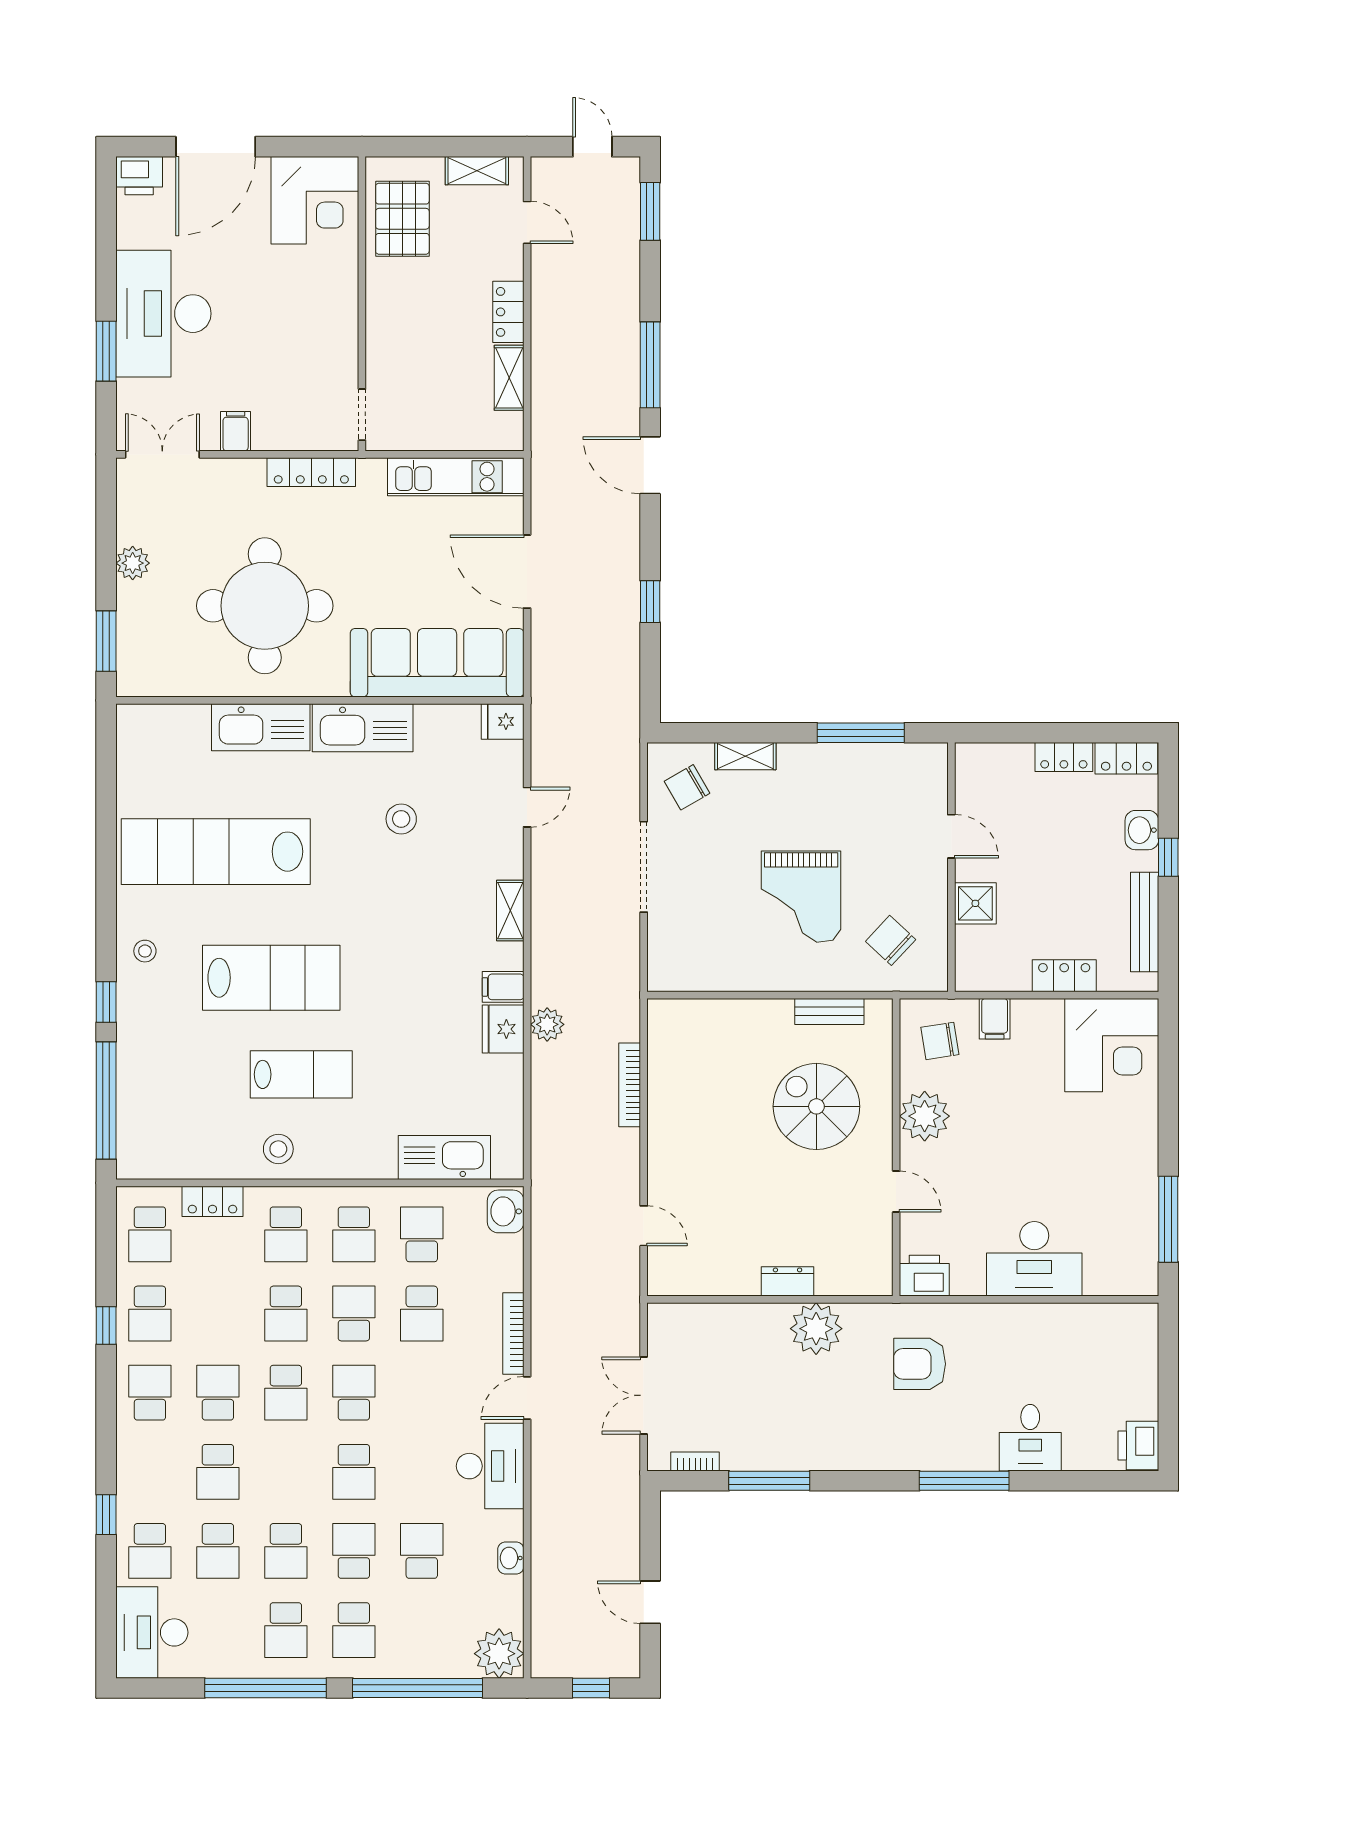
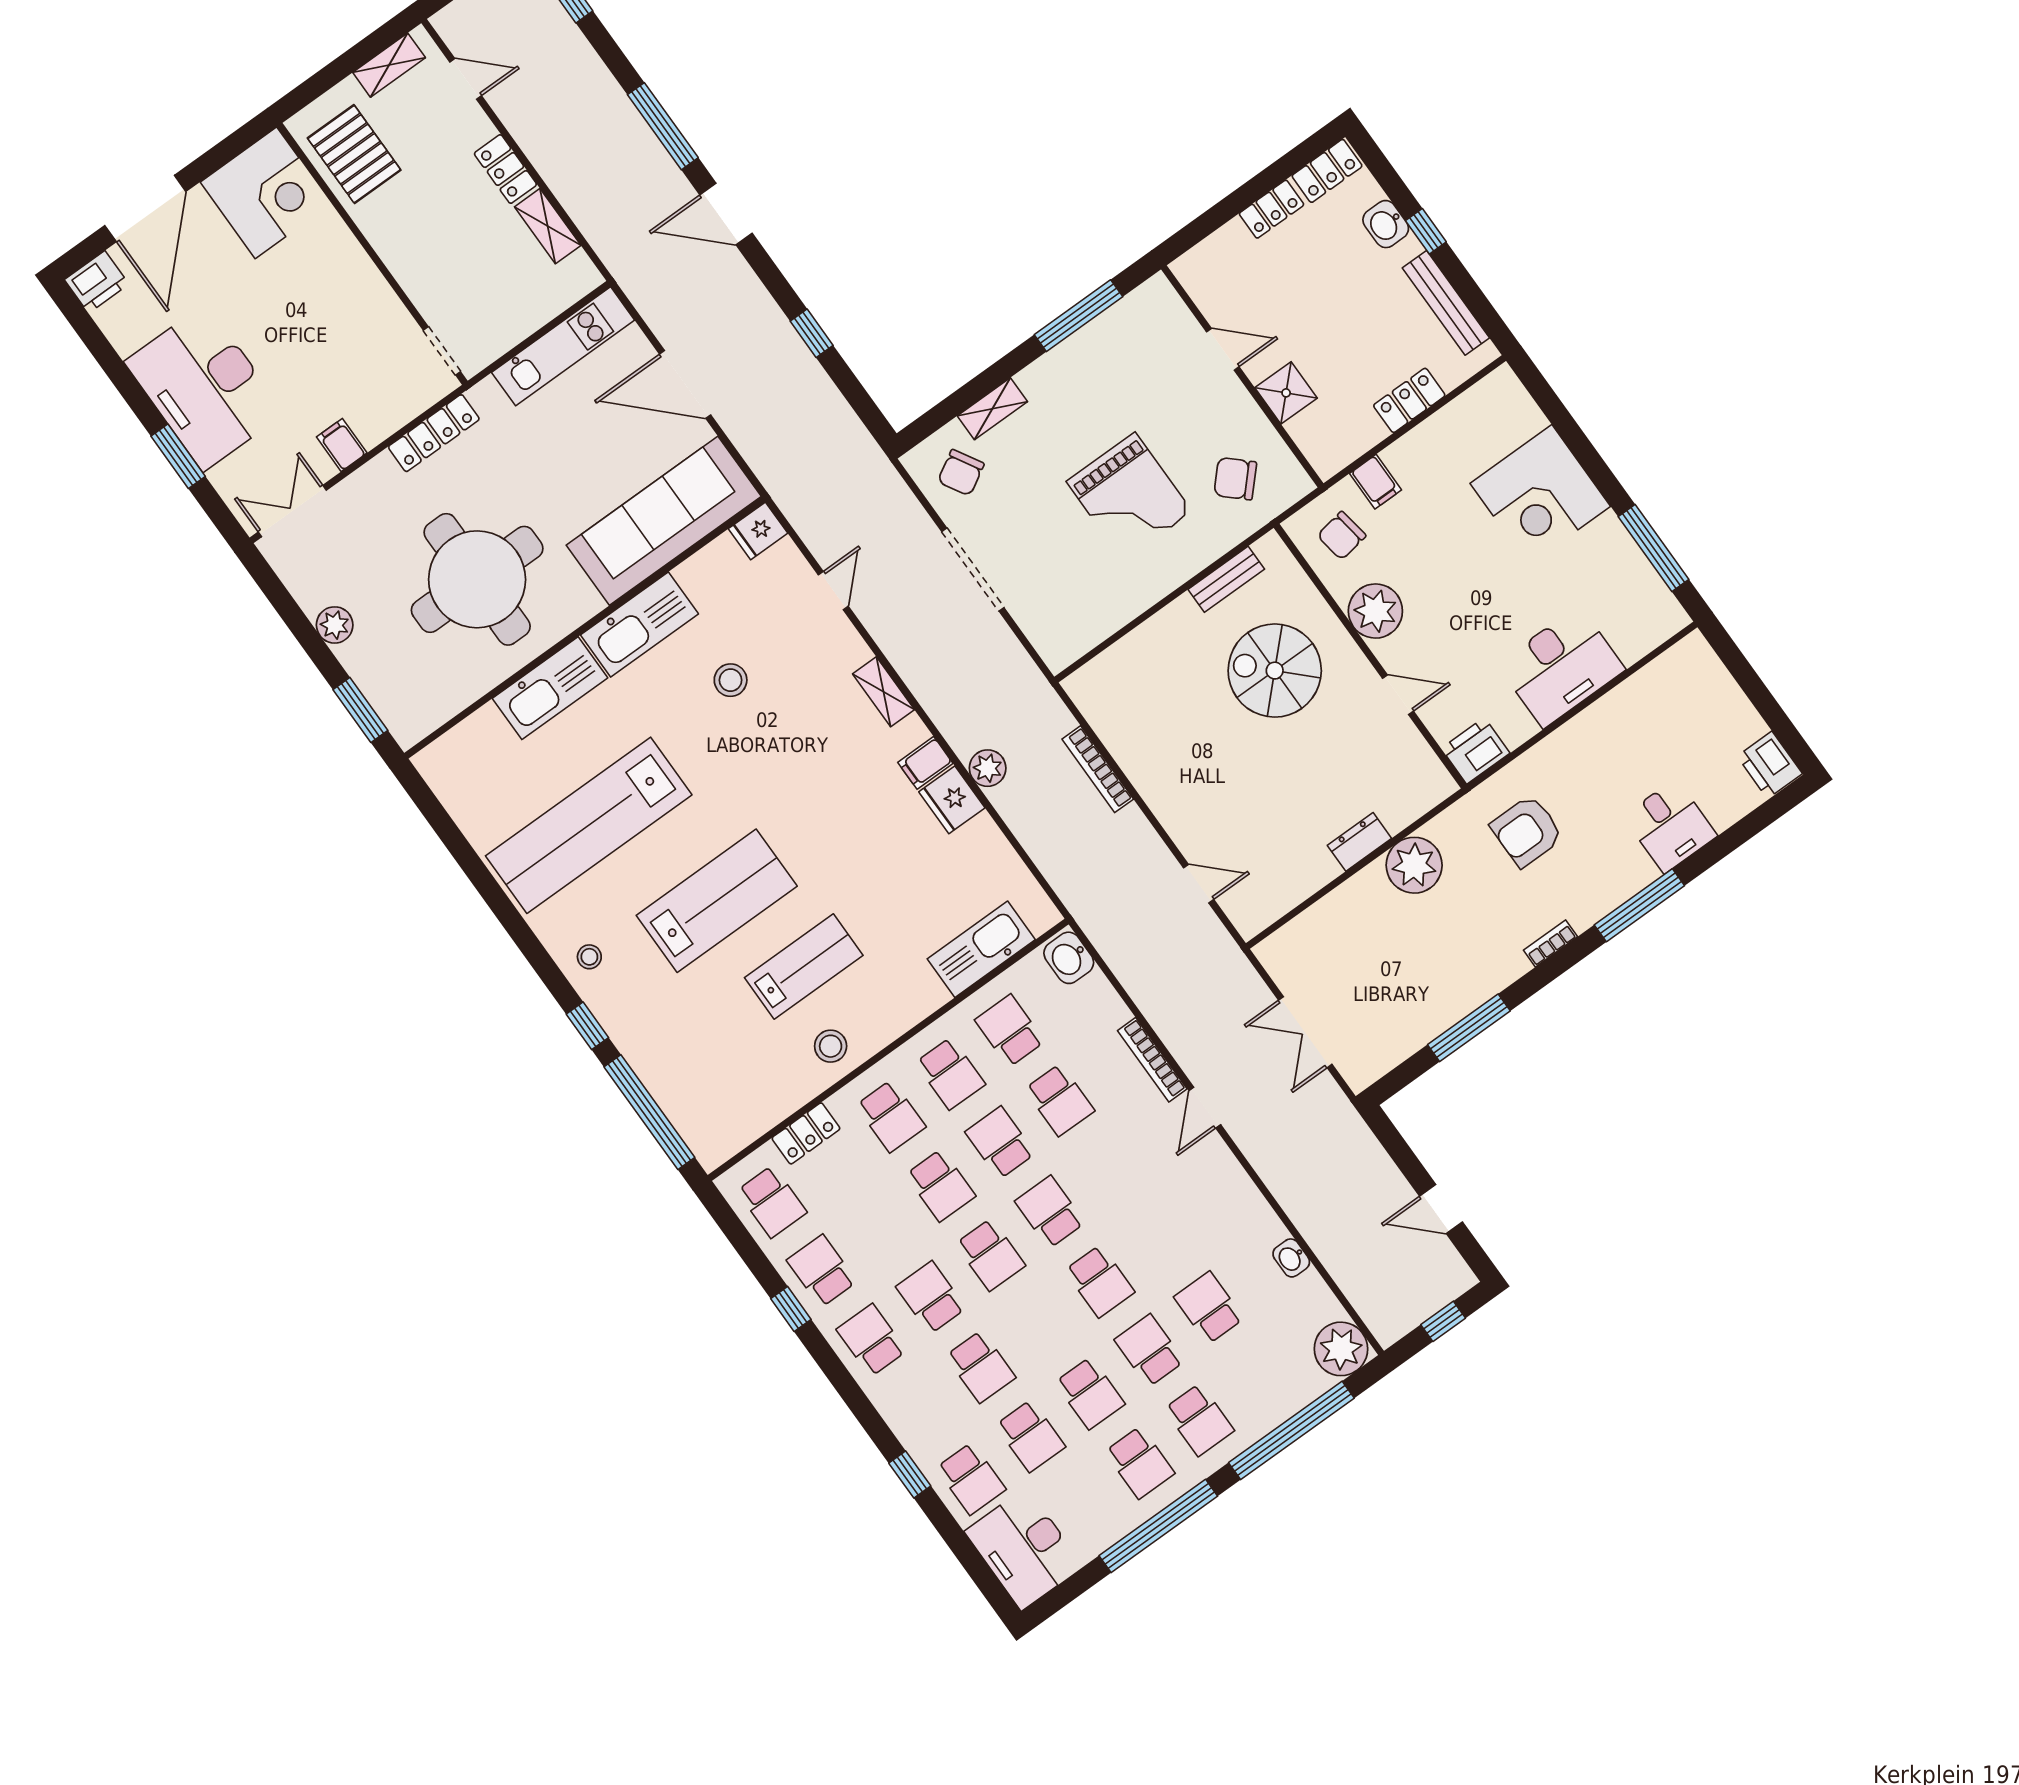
corner desk: (1112, 1045) -> (1540, 495), moved, turned 90
school desk: (150, 1313) -> (822, 1271), turned 180
bookcase: (695, 1461) -> (1551, 943), moved
desk: (490, 1466) -> (1215, 1190), removed

